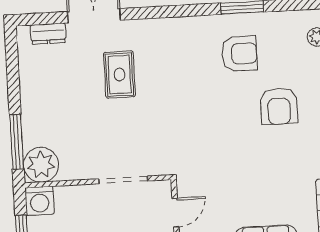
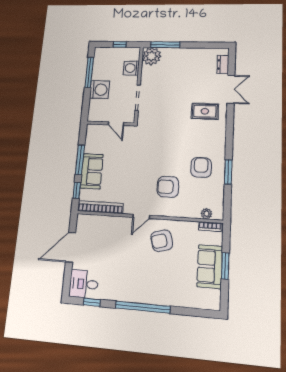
armchair: (239, 54) -> (201, 167), turned 180
rug: (120, 75) -> (205, 111), moved
washing machine: (40, 201) -> (131, 68), moved

